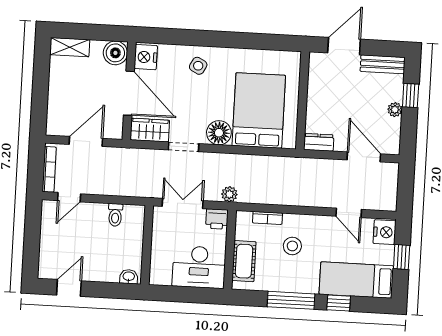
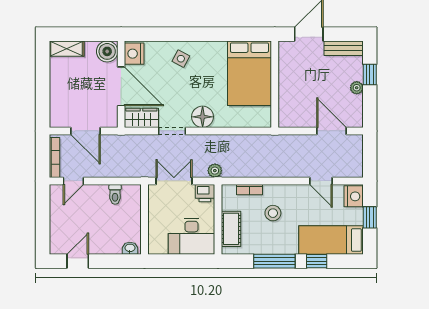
bed: (259, 110) -> (249, 73), moved, turned 180
door: (86, 141) -> (86, 131), swing flipped
dresser: (319, 142) -> (291, 120), removed

